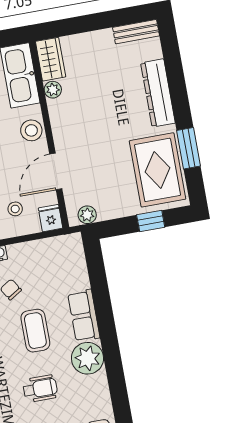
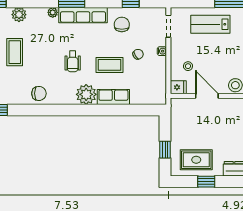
window: (189, 148) -> (206, 182), width x0.67
rug: (158, 170) -> (196, 160), width x0.73, depth x0.70
plant: (87, 215) -> (176, 111), removed

